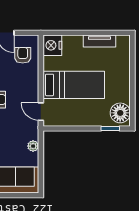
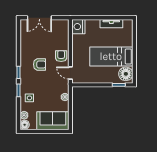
armchair: (23, 55) -> (61, 56), moved
bed: (74, 85) -> (111, 56), moved, turned 180

